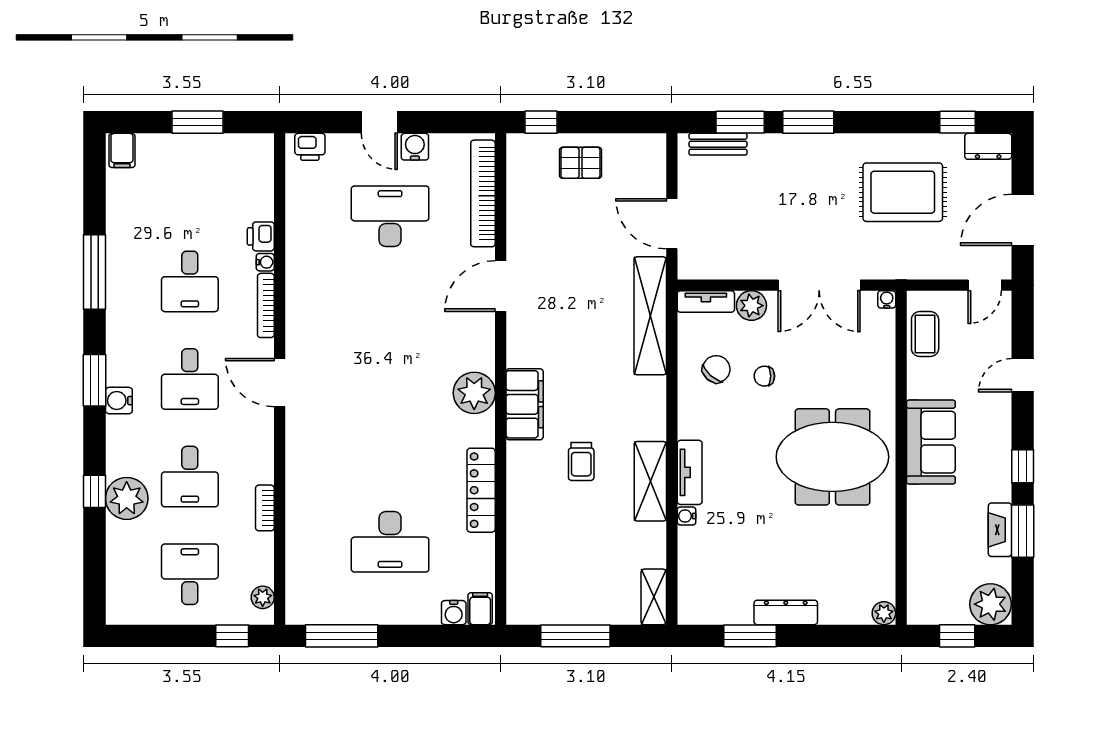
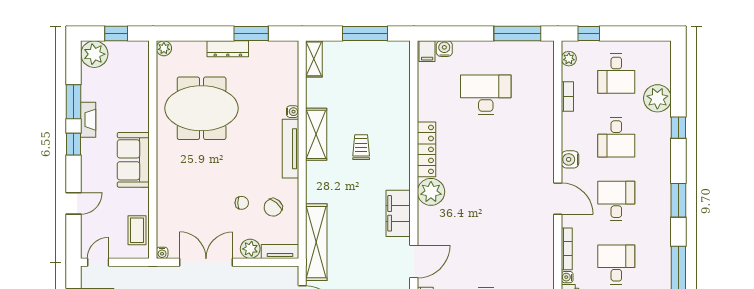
water cooler: (119, 401) -> (570, 159), moved, turned 180
filing cabinet: (525, 404) -> (398, 213), moved
meeting table: (832, 457) -> (202, 108), moved
tv unit: (690, 472) -> (290, 149), width x1.41
desk: (190, 477) -> (616, 137), turned 180
locker: (481, 490) -> (426, 149), moved
plant: (127, 498) -> (657, 98), moved
bookcase: (265, 508) -> (567, 96), moved
fireplace: (1000, 530) -> (88, 120), moved

